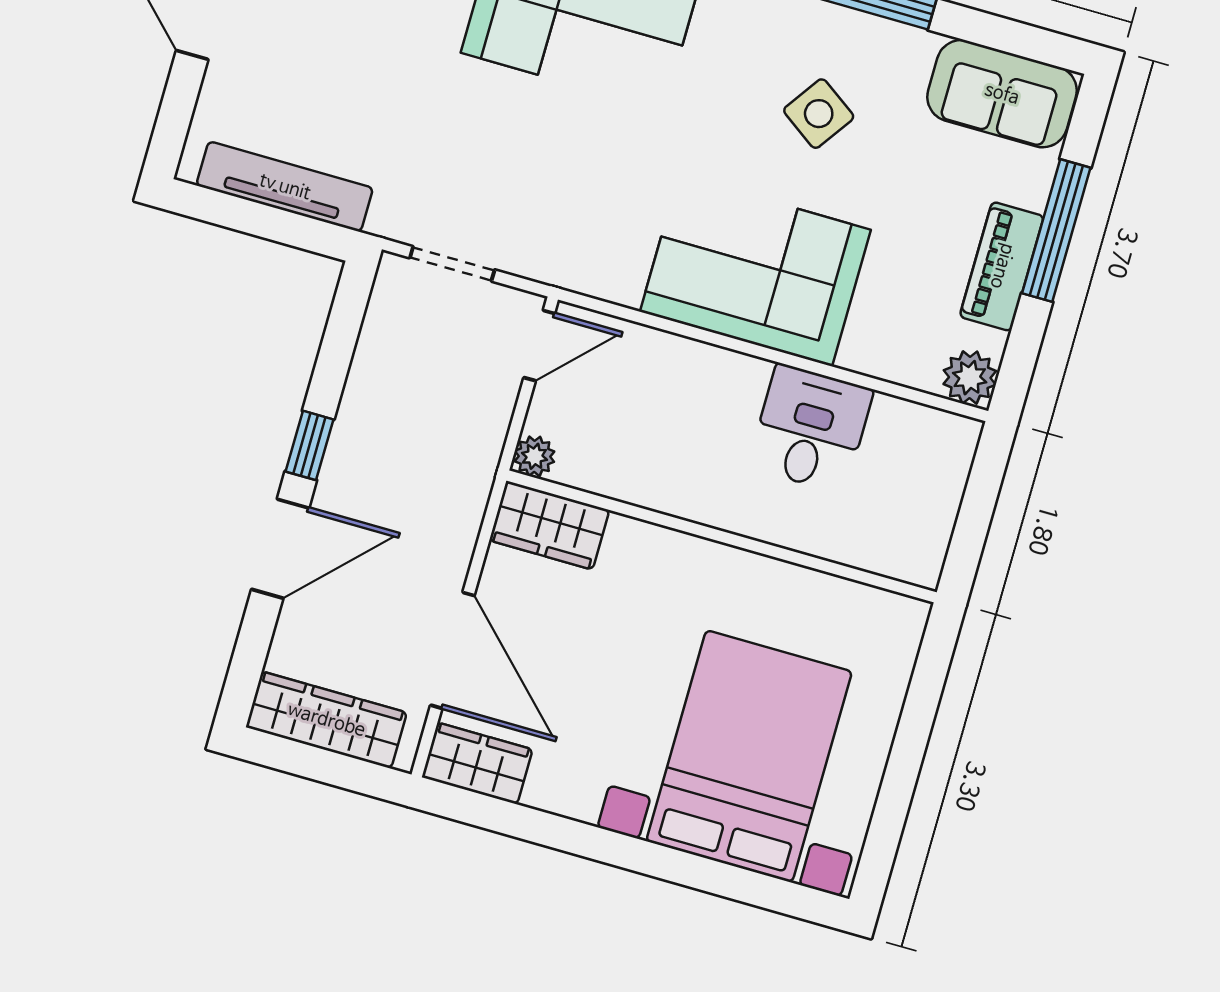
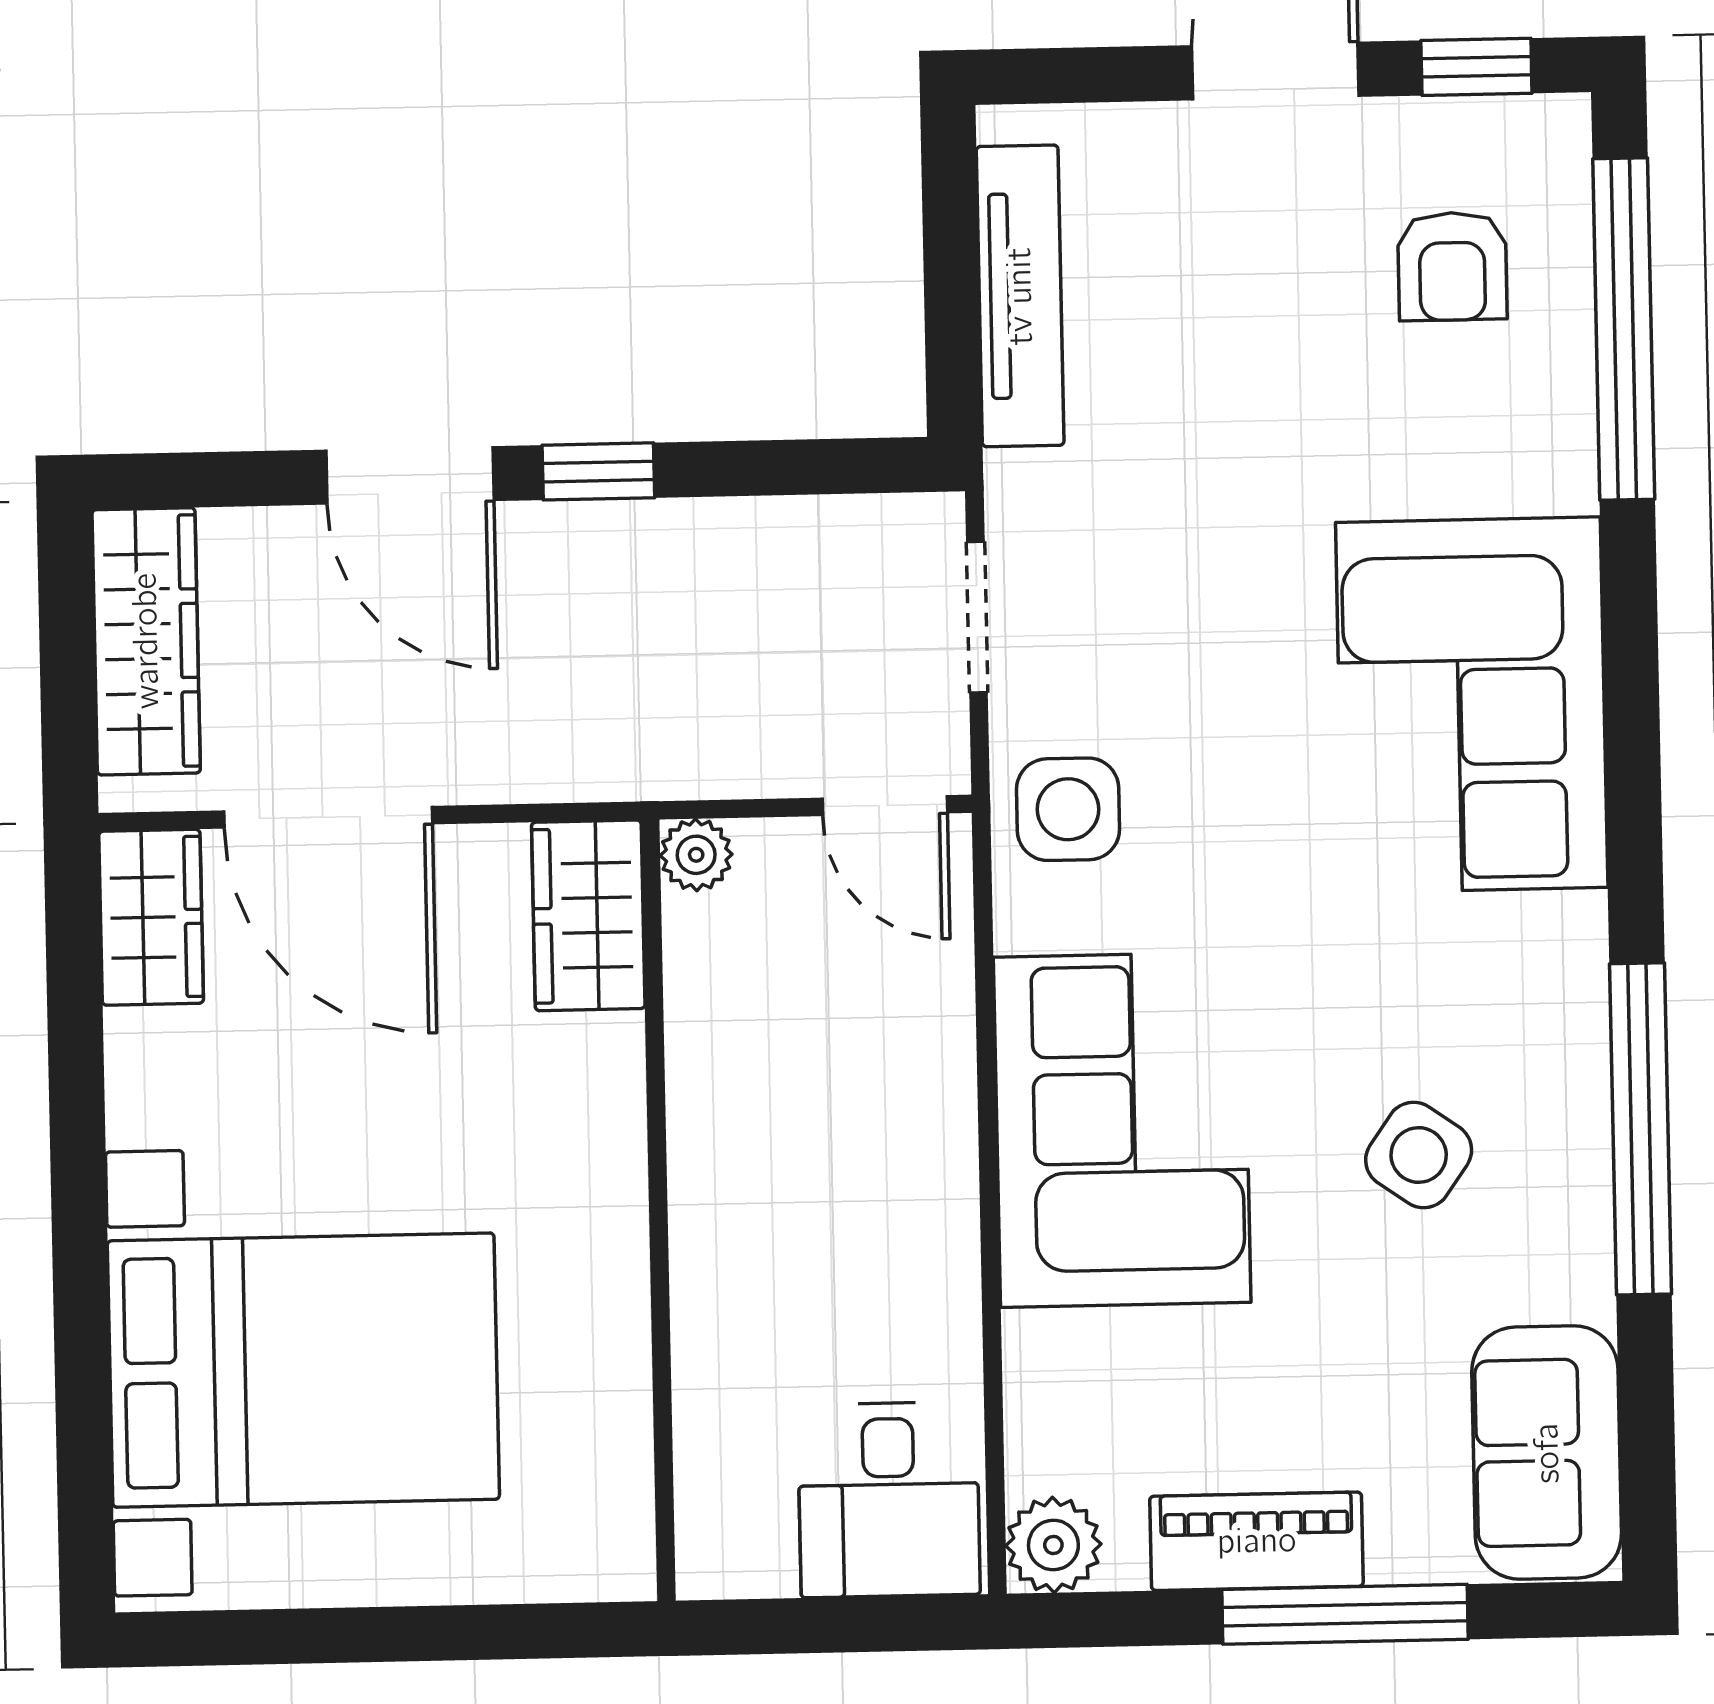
side table: (572, 246) -> (1068, 809), added
desk: (811, 428) -> (889, 1500), moved, turned 90
door: (452, 650) -> (328, 817), hinge flipped

